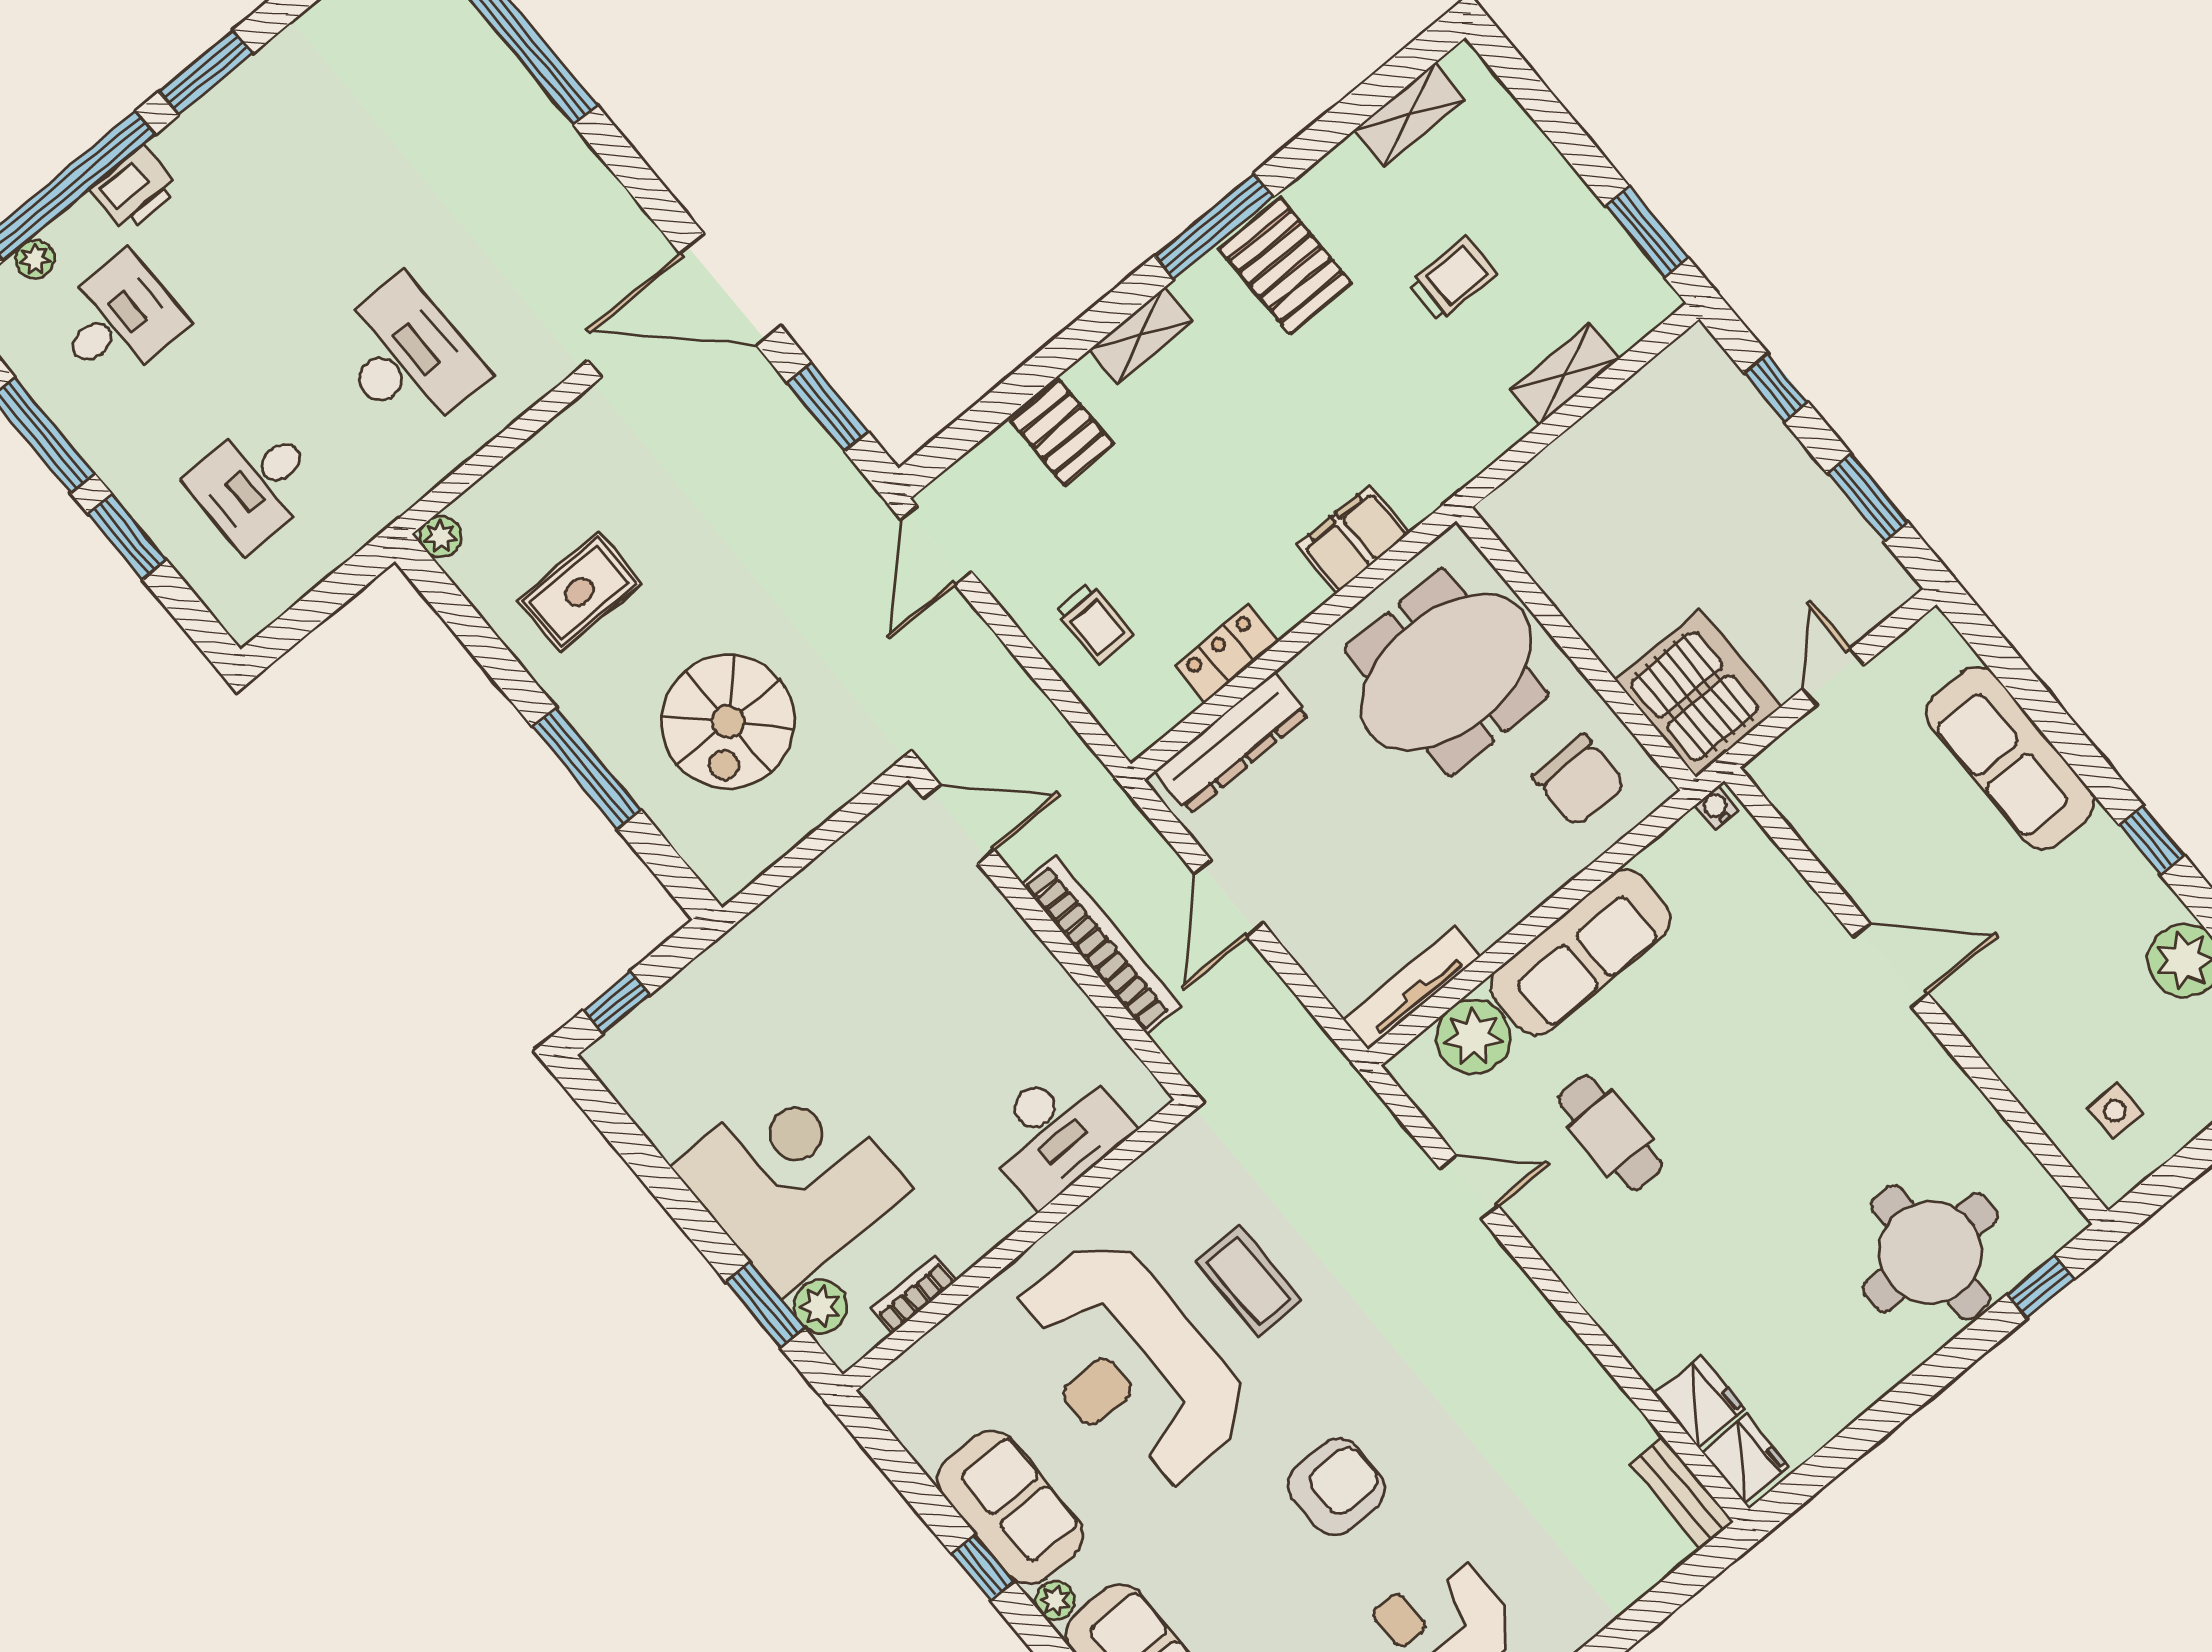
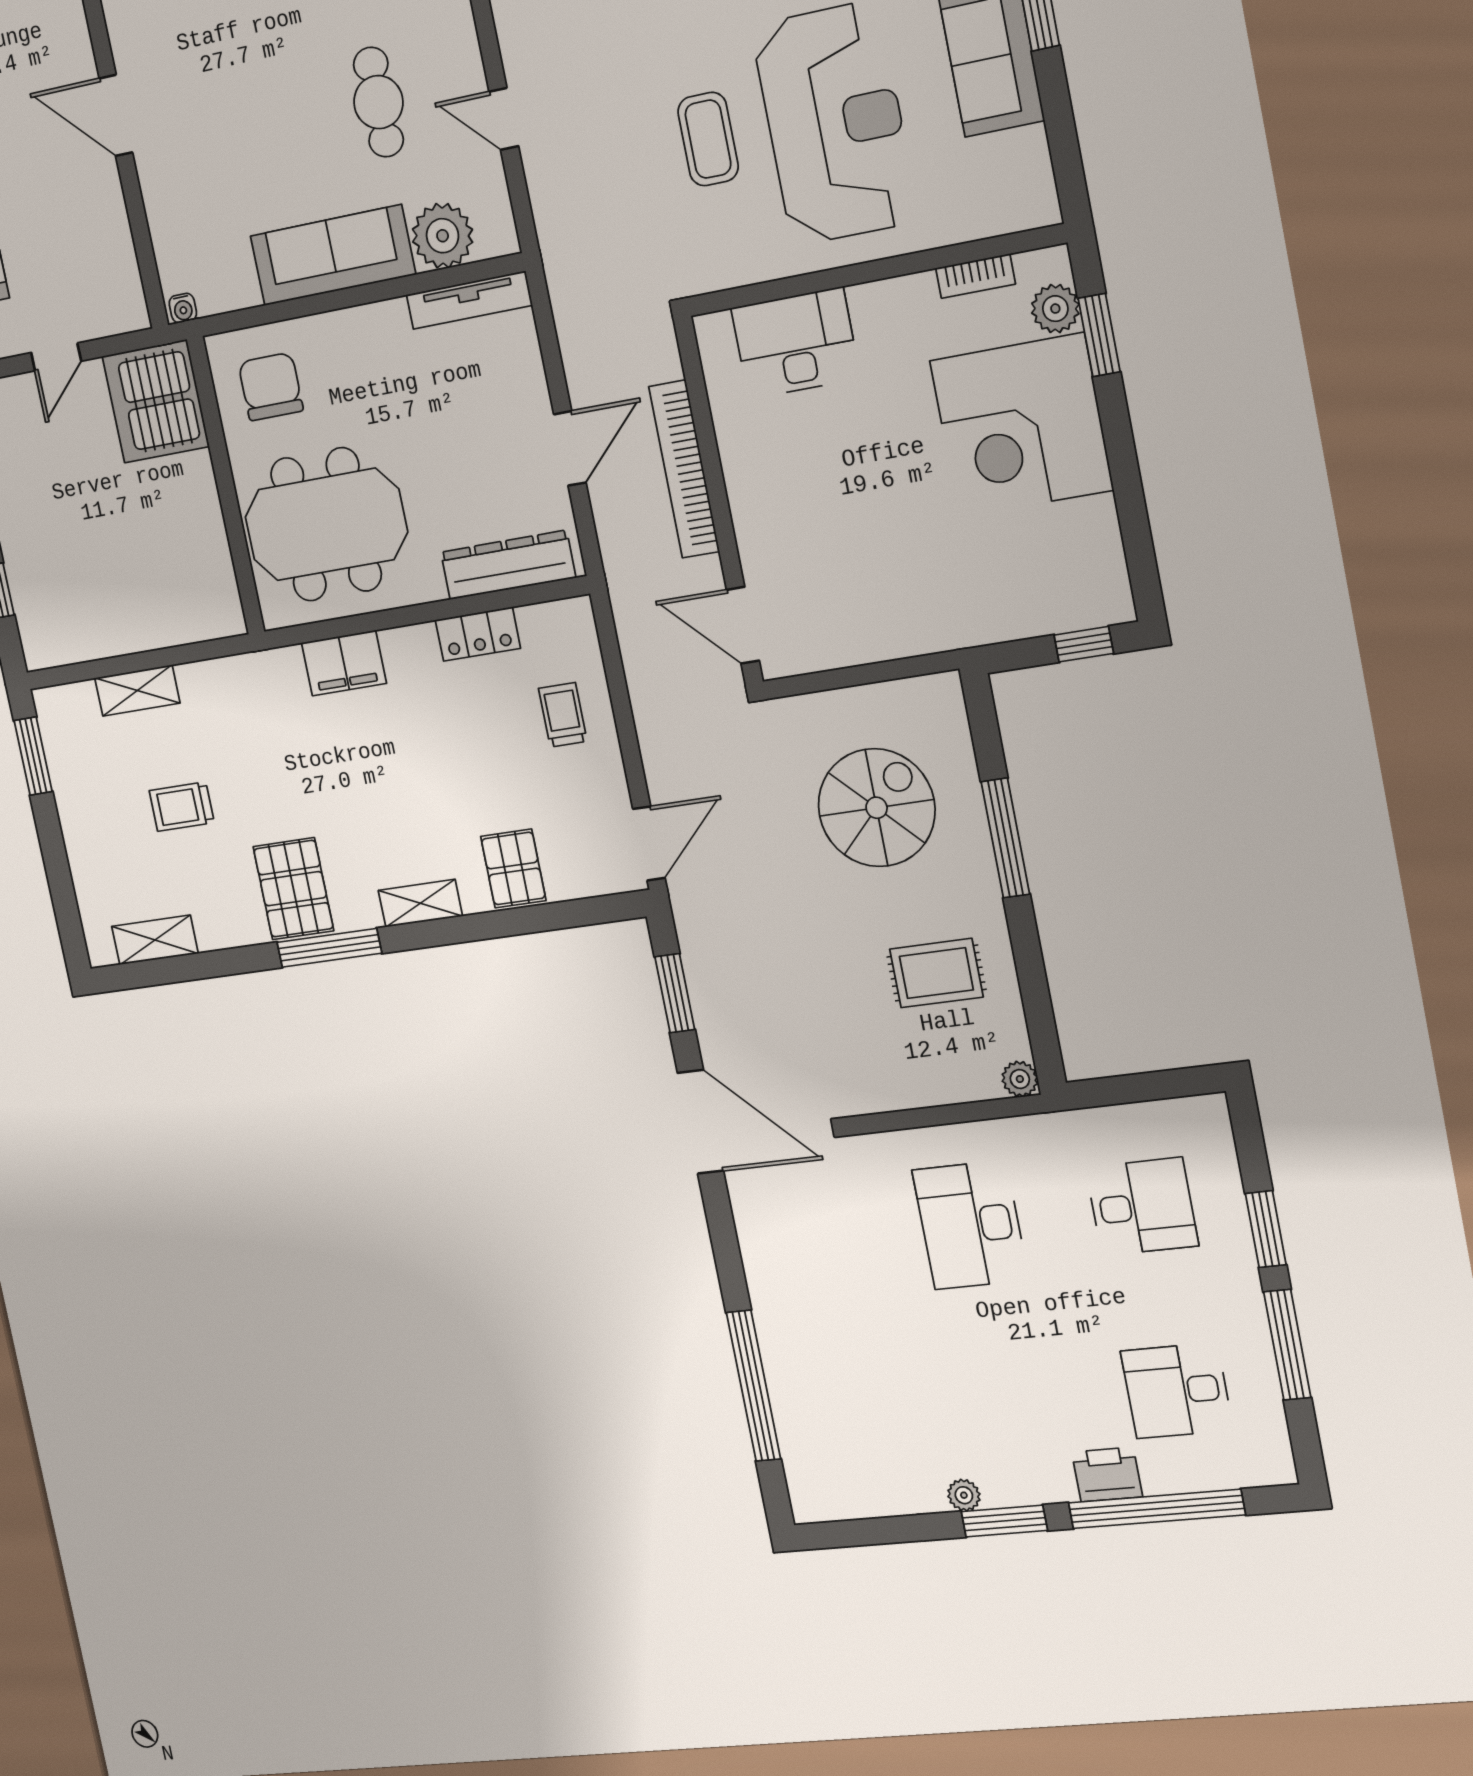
plant: (35, 259) -> (964, 1495), moved

